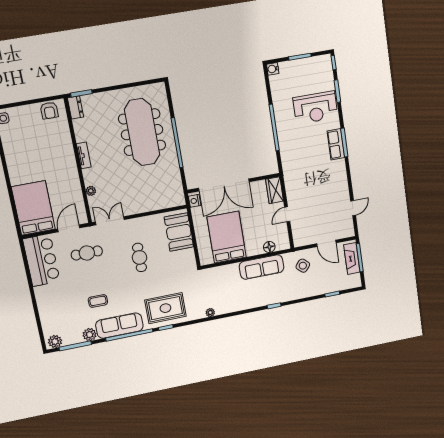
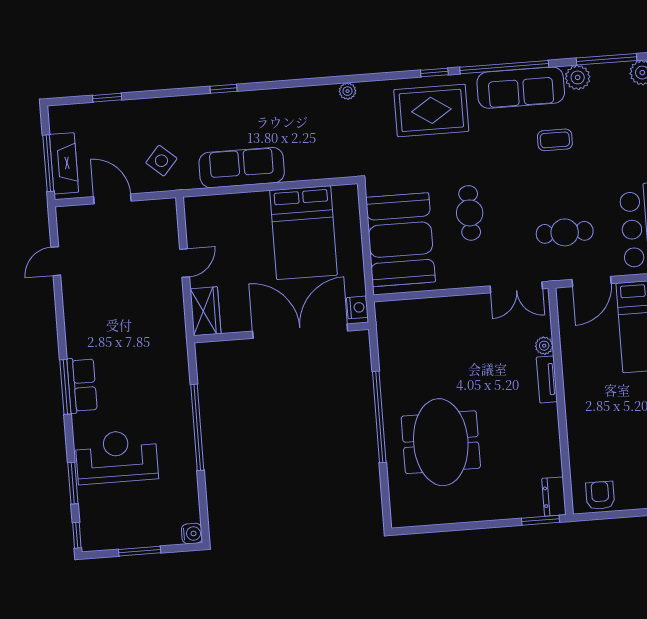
meeting table: (142, 132) -> (441, 442), width x0.73
tv unit: (84, 155) -> (547, 379), moved
booth: (179, 232) -> (401, 240), width x1.36, depth x1.42
floor lamp: (269, 247) -> (224, 205), removed

